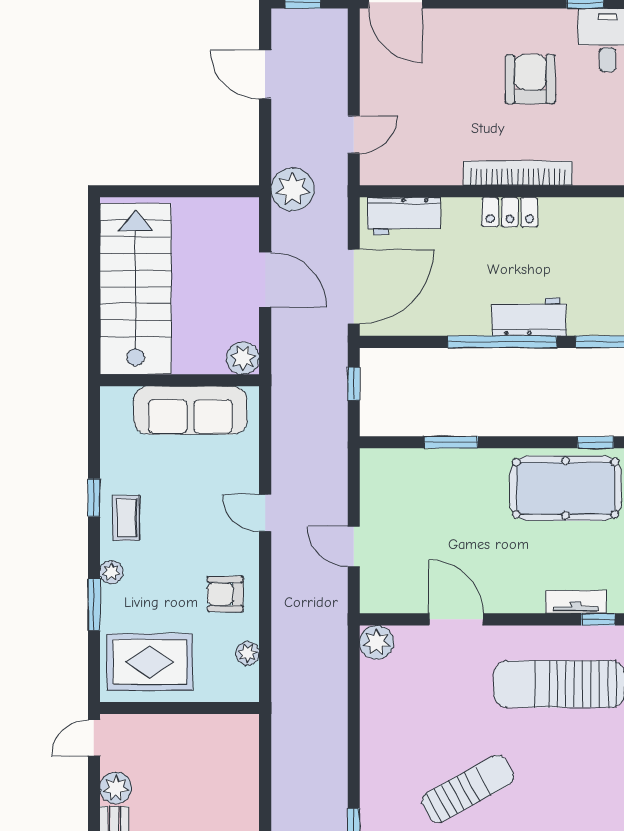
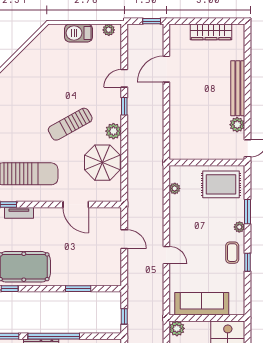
armchair: (225, 594) -> (185, 217), removed
plant: (377, 642) -> (113, 131), moved
parasol: (400, 708) -> (102, 163), added

